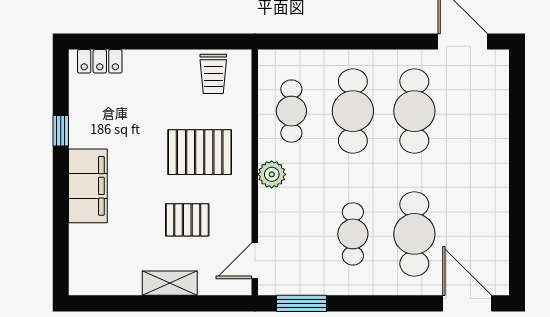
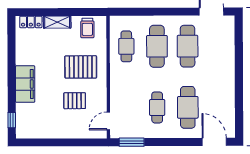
window: (61, 131) -> (12, 120), moved
plant: (272, 174) -> (117, 78), removed
shelving: (170, 283) -> (57, 22), moved

